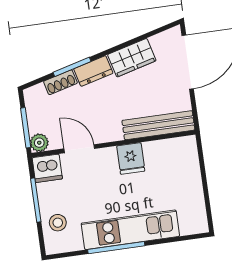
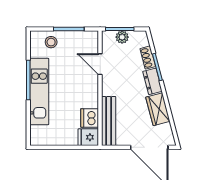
plant: (39, 143) -> (122, 37), moved
door: (79, 149) -> (100, 64), swing flipped
fridge: (131, 158) -> (88, 137), moved
dishwasher: (47, 168) -> (90, 118), moved

